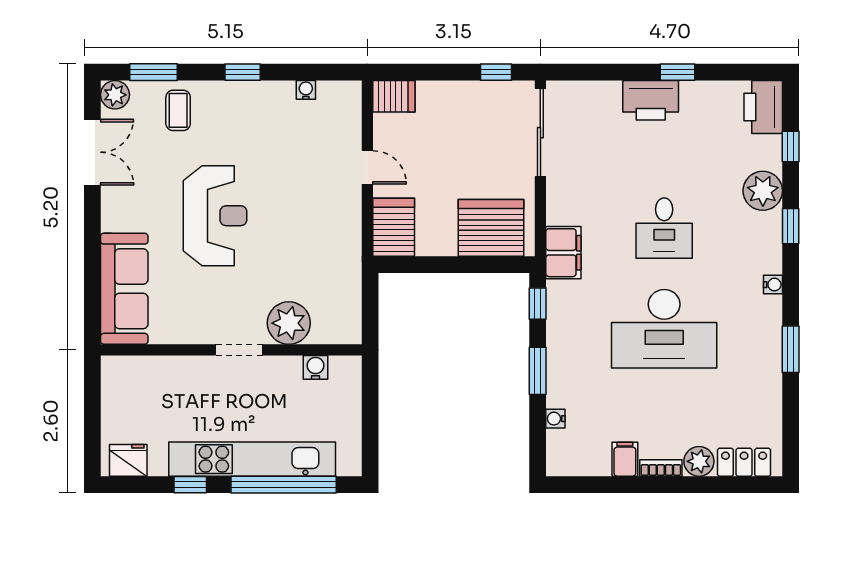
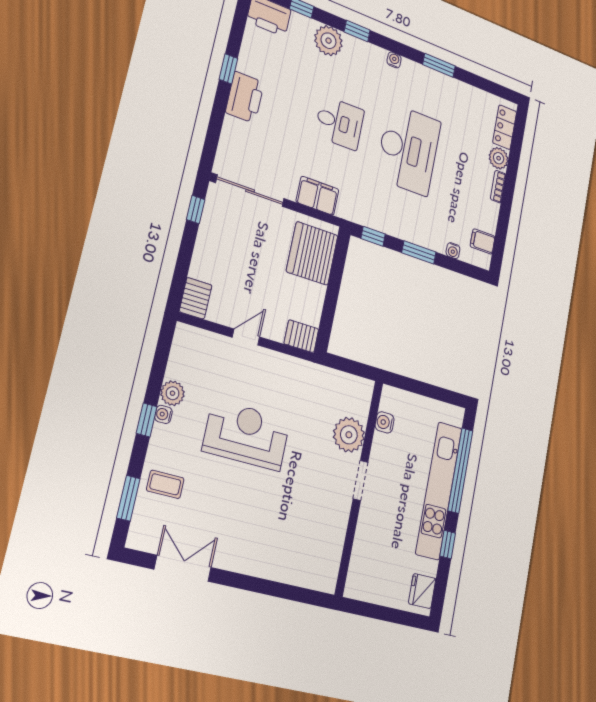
water cooler: (306, 90) -> (163, 414), moved
plant: (115, 95) -> (173, 393), moved
reception desk: (215, 216) -> (247, 435), moved
server rack: (394, 227) -> (301, 336), width x0.73, depth x0.70
filing cabinet: (563, 253) -> (318, 196), moved
sofa: (124, 289) -> (297, 565), removed
filing cabinet: (625, 459) -> (483, 241), moved

